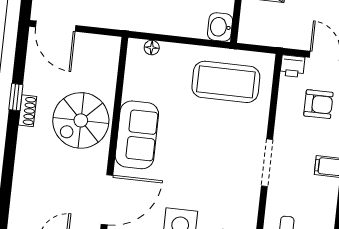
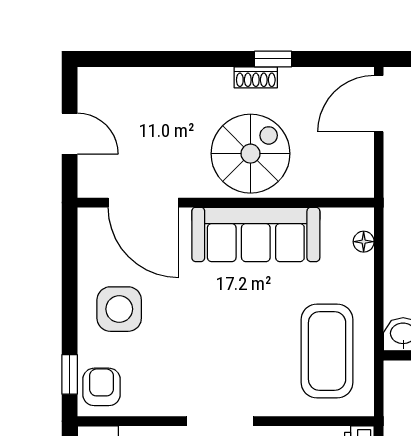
spiral stairs: (81, 120) -> (250, 154), turned 90
sofa: (137, 135) -> (256, 234), width x1.36

